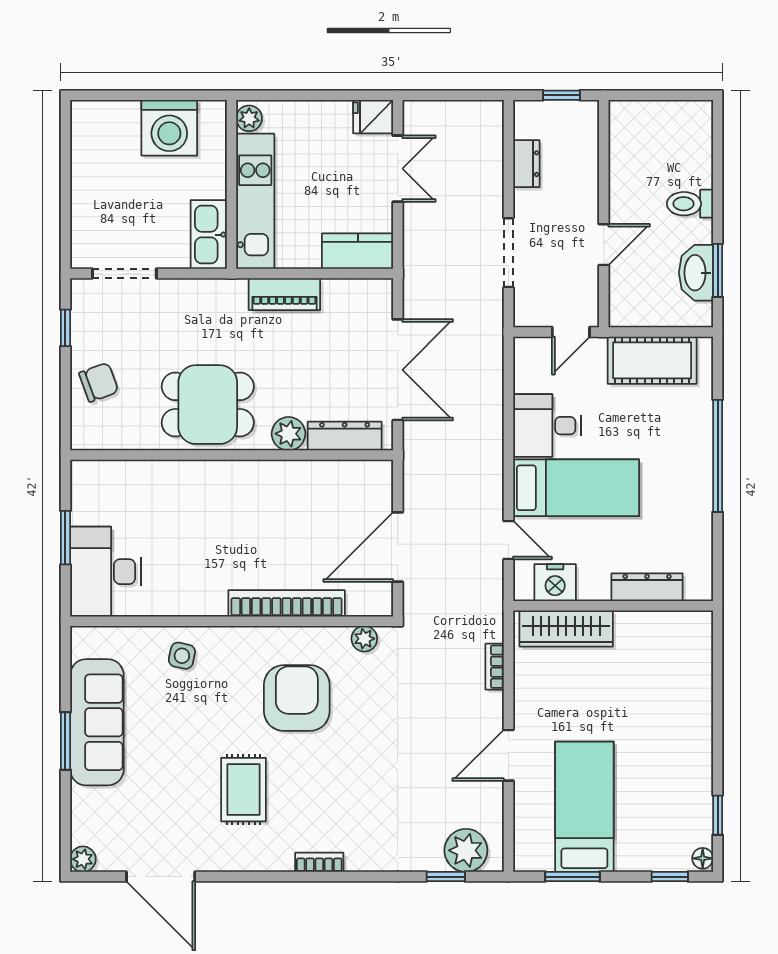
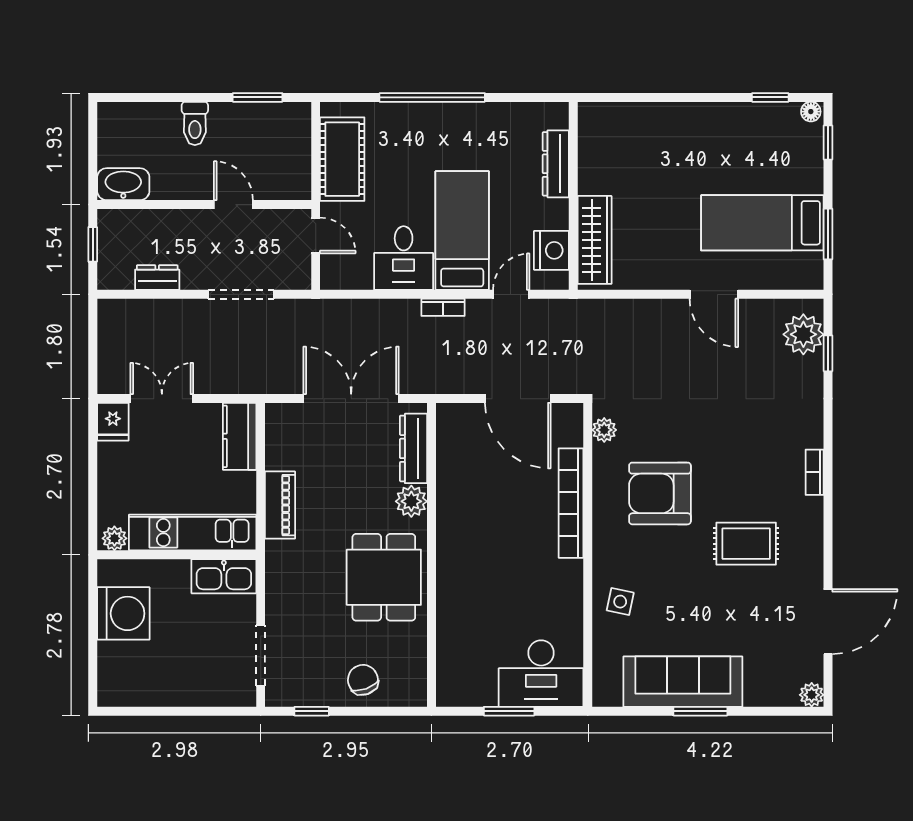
washbasin: (696, 273) -> (123, 184), moved, turned 180
bookcase: (495, 667) -> (443, 307), moved

